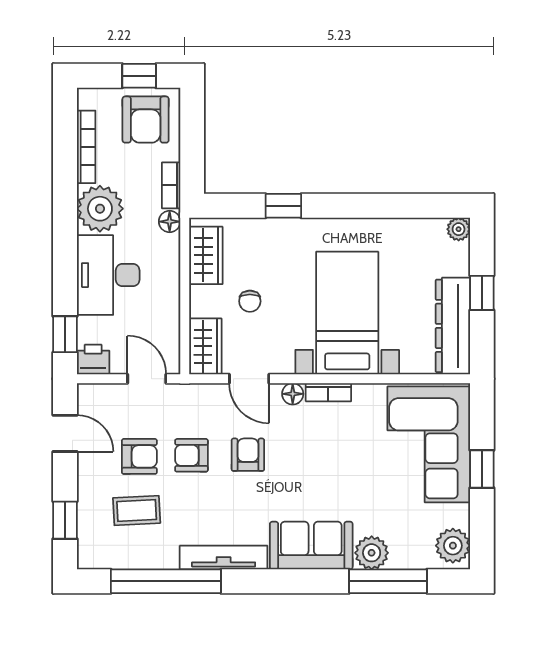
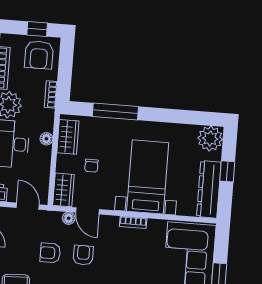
window: (283, 206) -> (115, 111), width x2.17
floor lamp: (170, 222) -> (46, 139), moved
plant: (459, 229) -> (210, 139), width x1.88, depth x1.88
floor lamp: (293, 394) -> (69, 218), moved
armchair: (139, 456) -> (20, 251), removed

